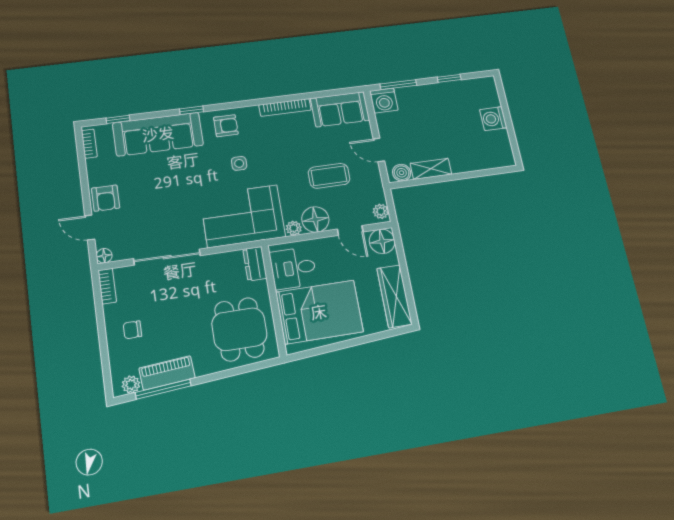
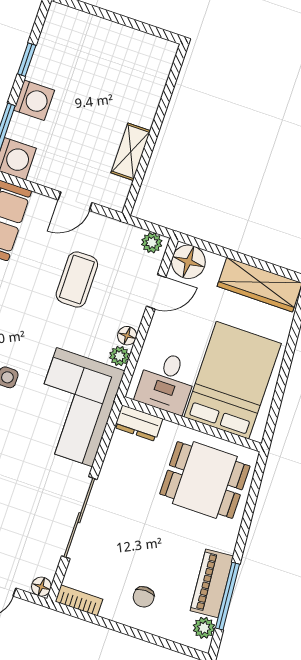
washing machine: (493, 119) -> (34, 100), moved, turned -90
boiler: (402, 173) -> (117, 190), removed
floor lamp: (315, 219) -> (127, 336), width x0.53, depth x0.53

